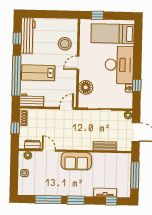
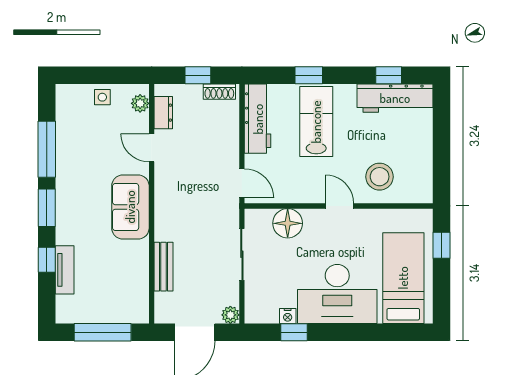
window: (16, 76) -> (309, 75), width x0.32
workbench: (32, 100) -> (258, 119), width x1.38
door: (49, 150) -> (152, 148), swing flipped
window: (111, 201) -> (47, 260), moved

